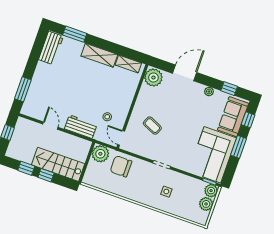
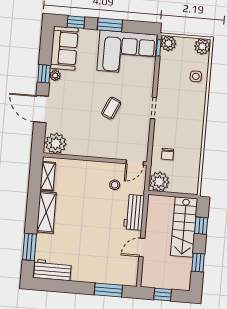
window: (229, 89) -> (44, 74), moved
sofa: (233, 117) -> (64, 48), moved, turned -90
coffee table: (152, 126) -> (111, 108), moved
chair: (121, 166) -> (167, 154), width x0.54, depth x0.54
window: (46, 175) -> (201, 226), moved
side table: (166, 192) -> (196, 76), moved
plant: (206, 204) -> (202, 47), moved

